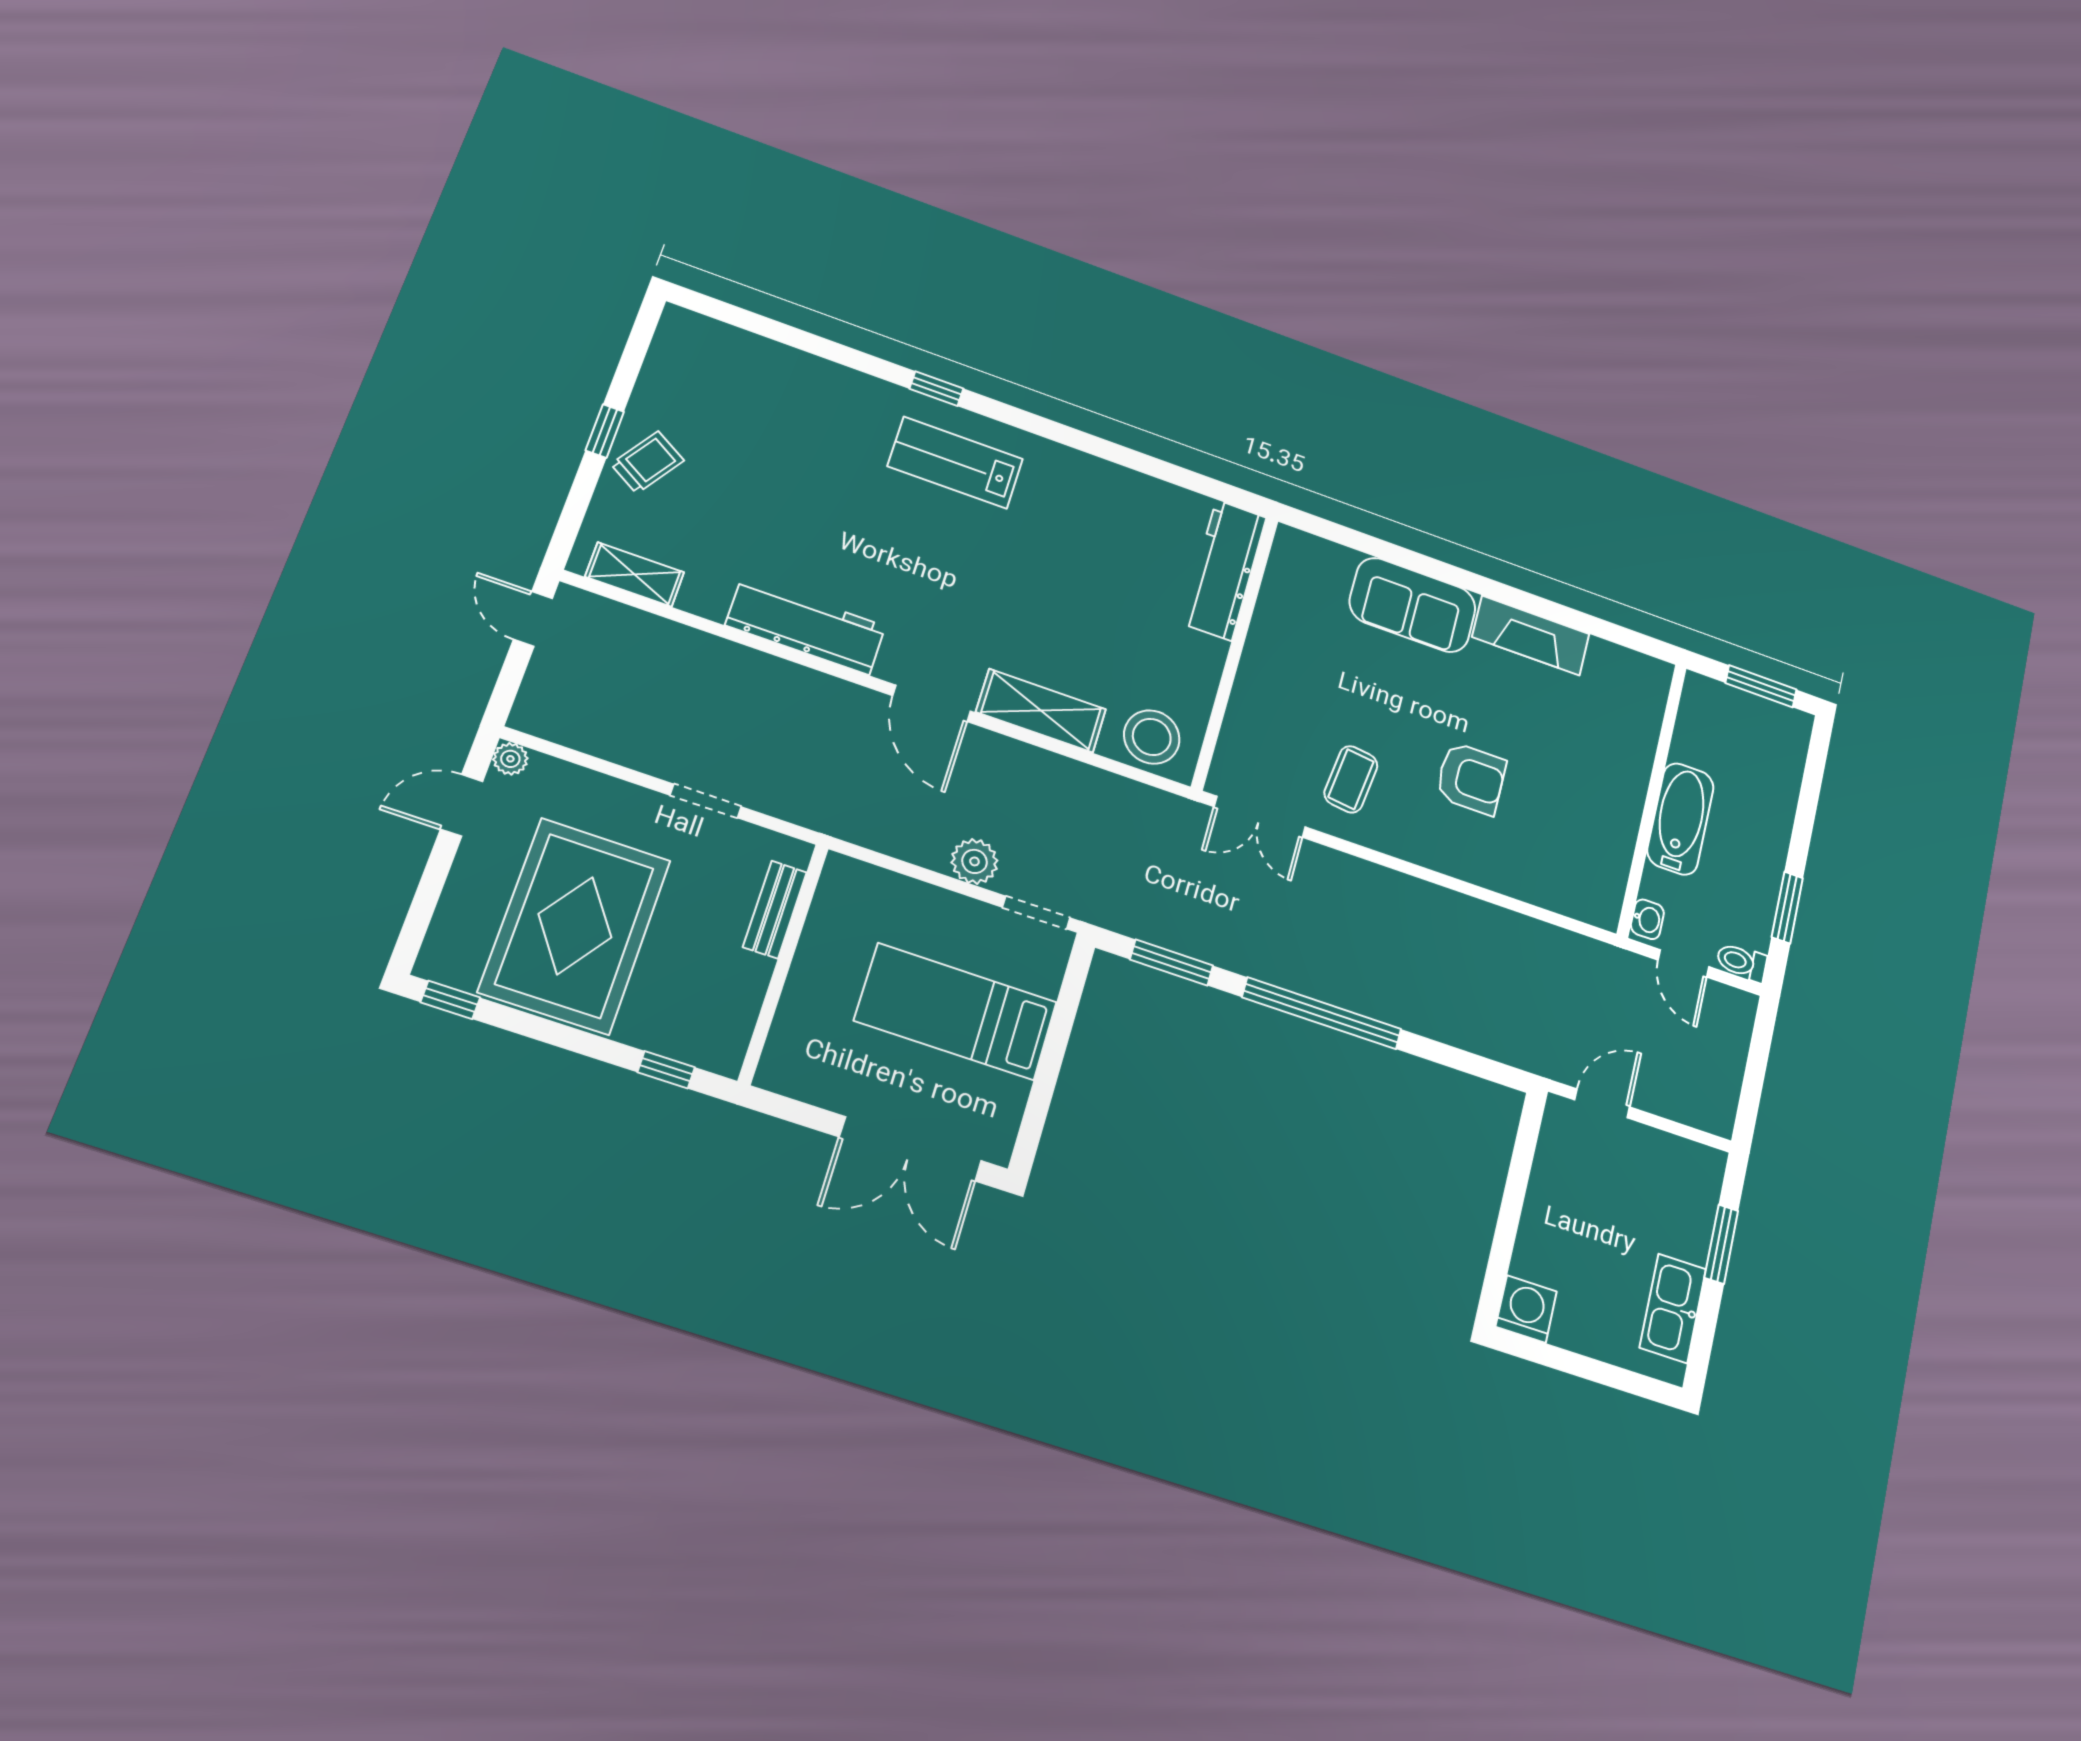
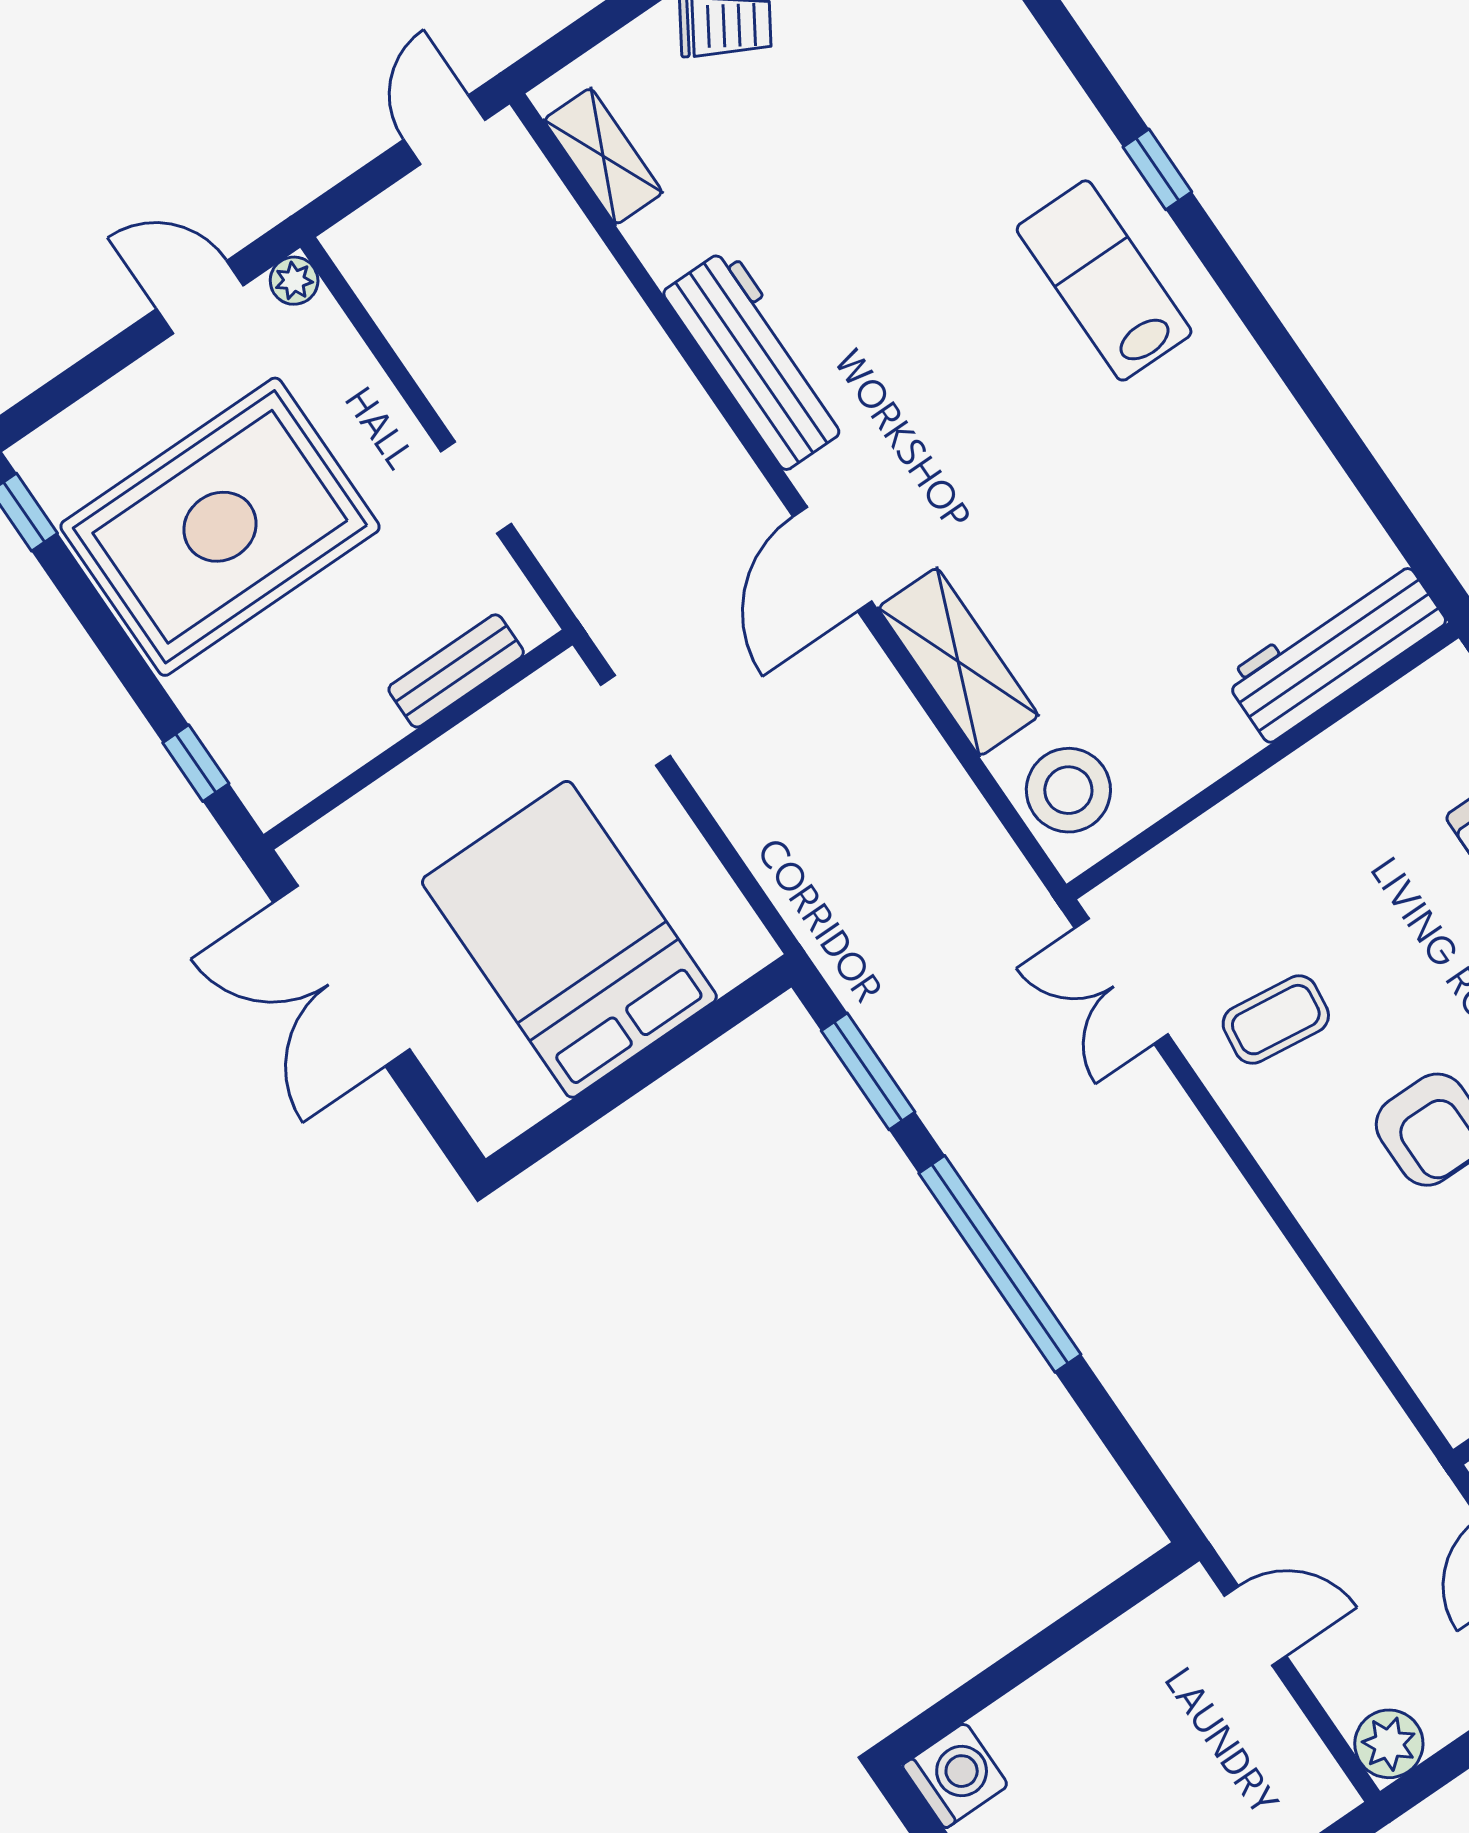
plant: (975, 861) -> (1389, 1744), moved
doorway: (1036, 912) -> (636, 721), moved
bed: (956, 1011) -> (569, 939), width x1.50
double door: (910, 1149) -> (342, 976), moved

